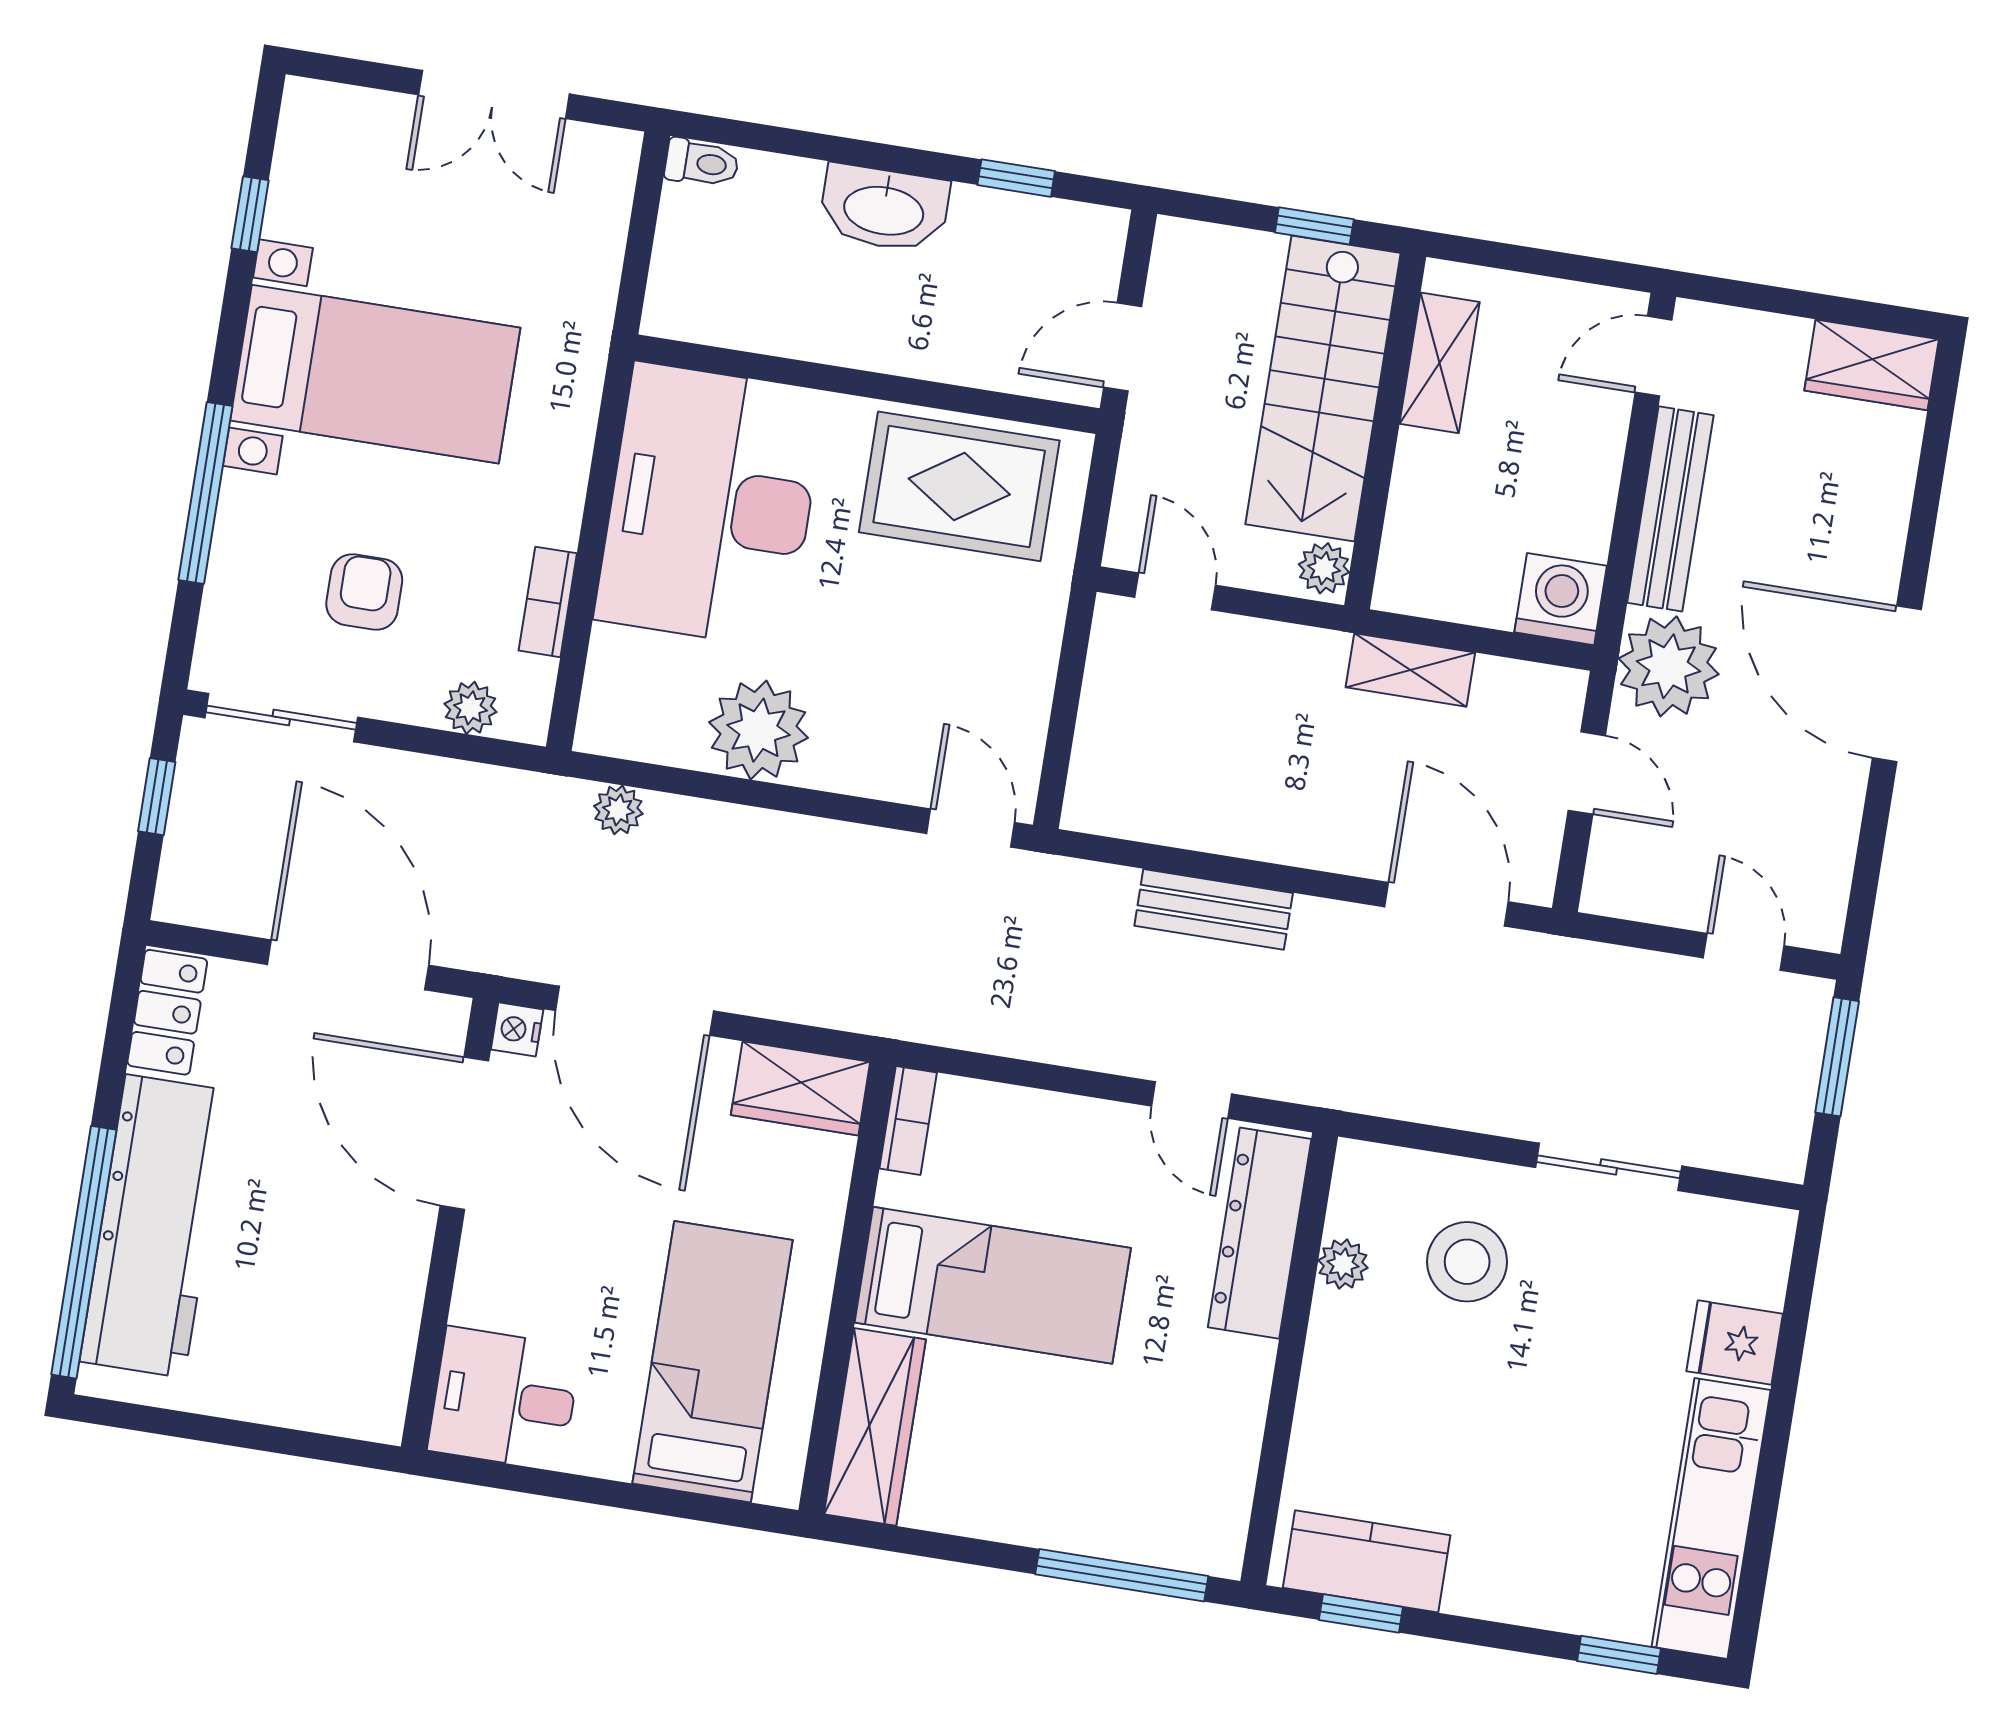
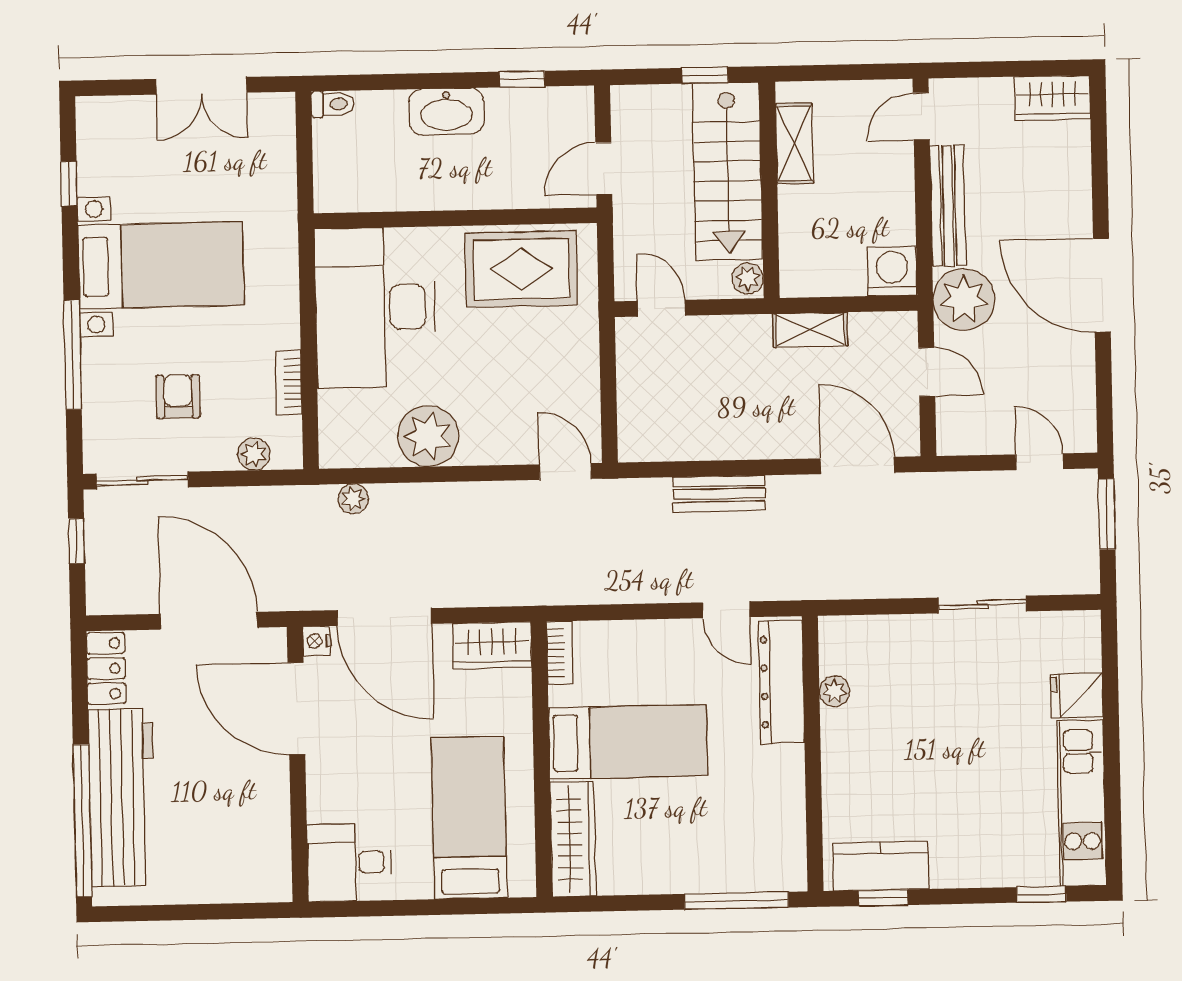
stool: (1467, 1262) -> (908, 676), removed

